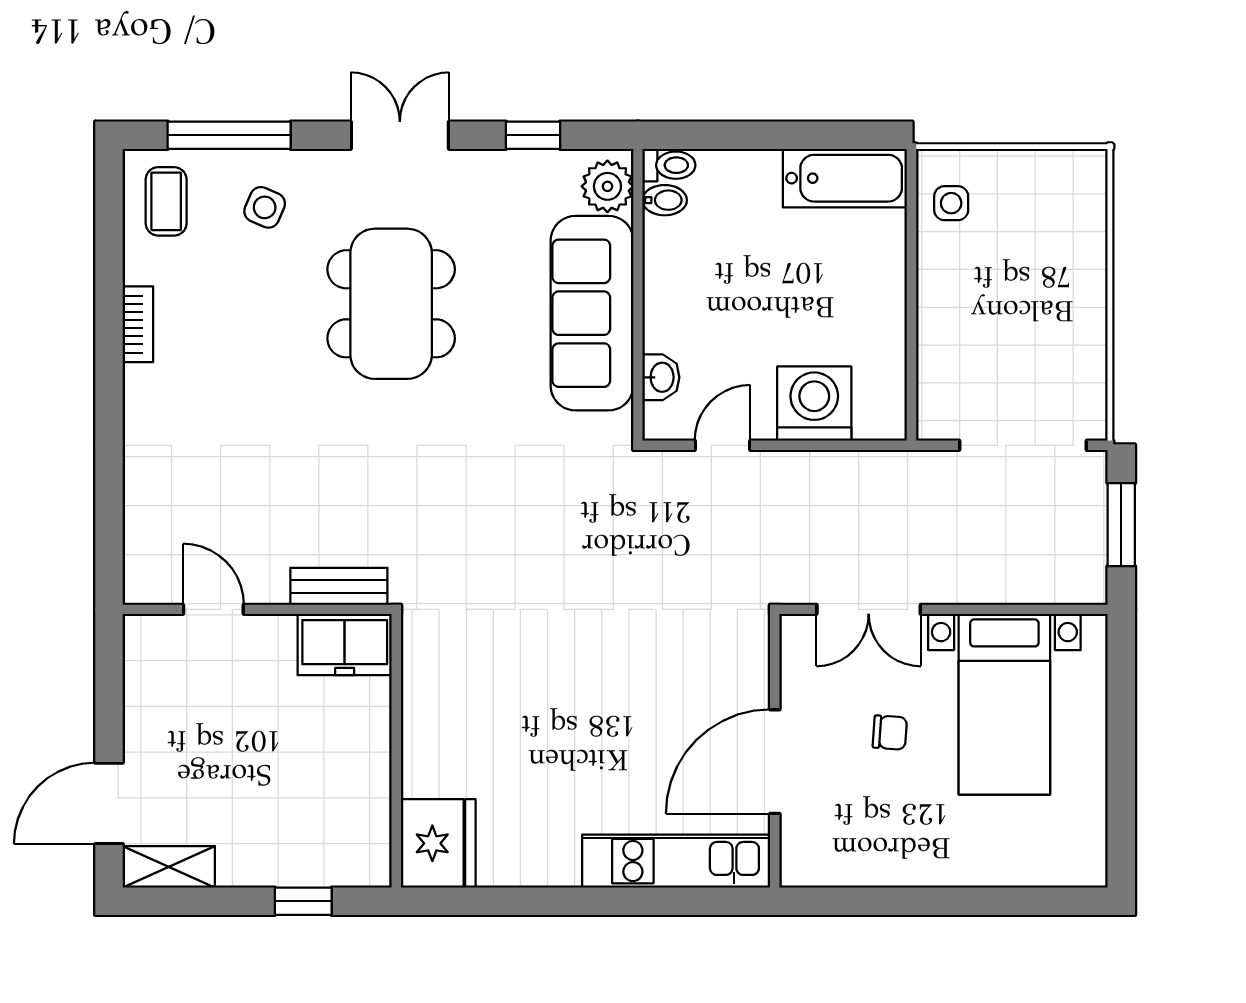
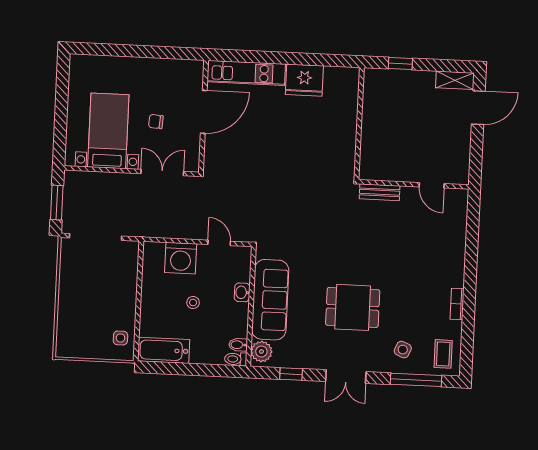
stool: (779, 297) -> (193, 303), added
dining table: (391, 304) -> (353, 307), width x0.73
washbasin: (661, 377) -> (242, 292), moved
door: (723, 445) -> (219, 243), swing flipped
freezer: (345, 645) -> (378, 168), removed
fridge: (438, 843) -> (304, 80), moved, turned -90

